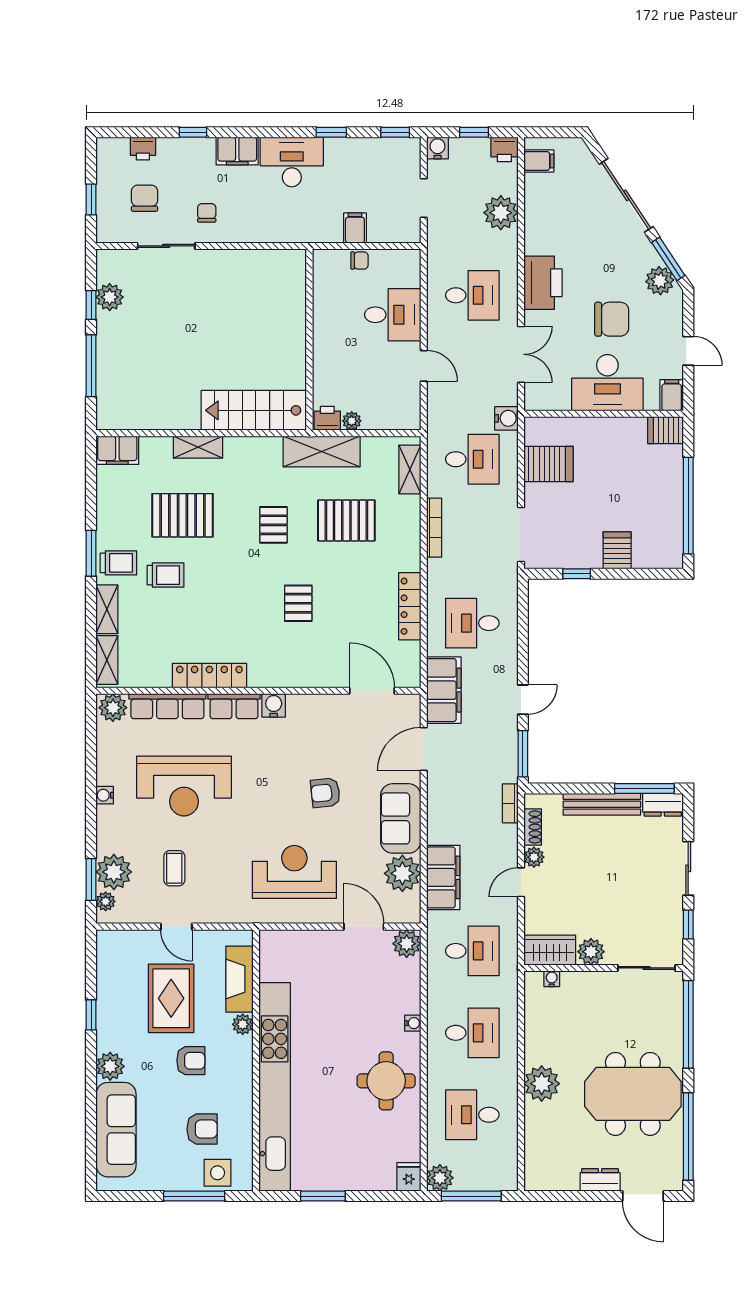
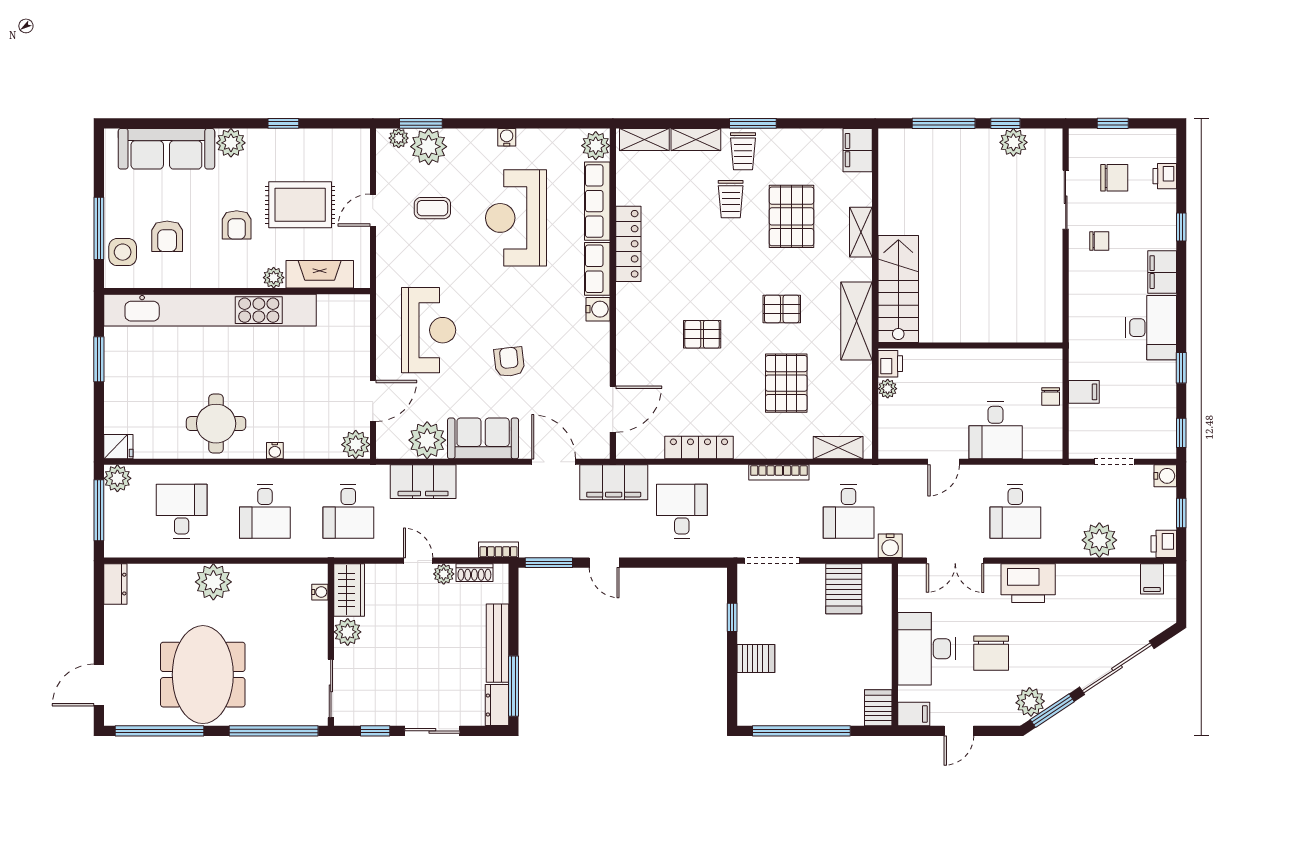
shelving: (322, 451) -> (856, 321), moved
dresser: (600, 1180) -> (115, 584), moved

